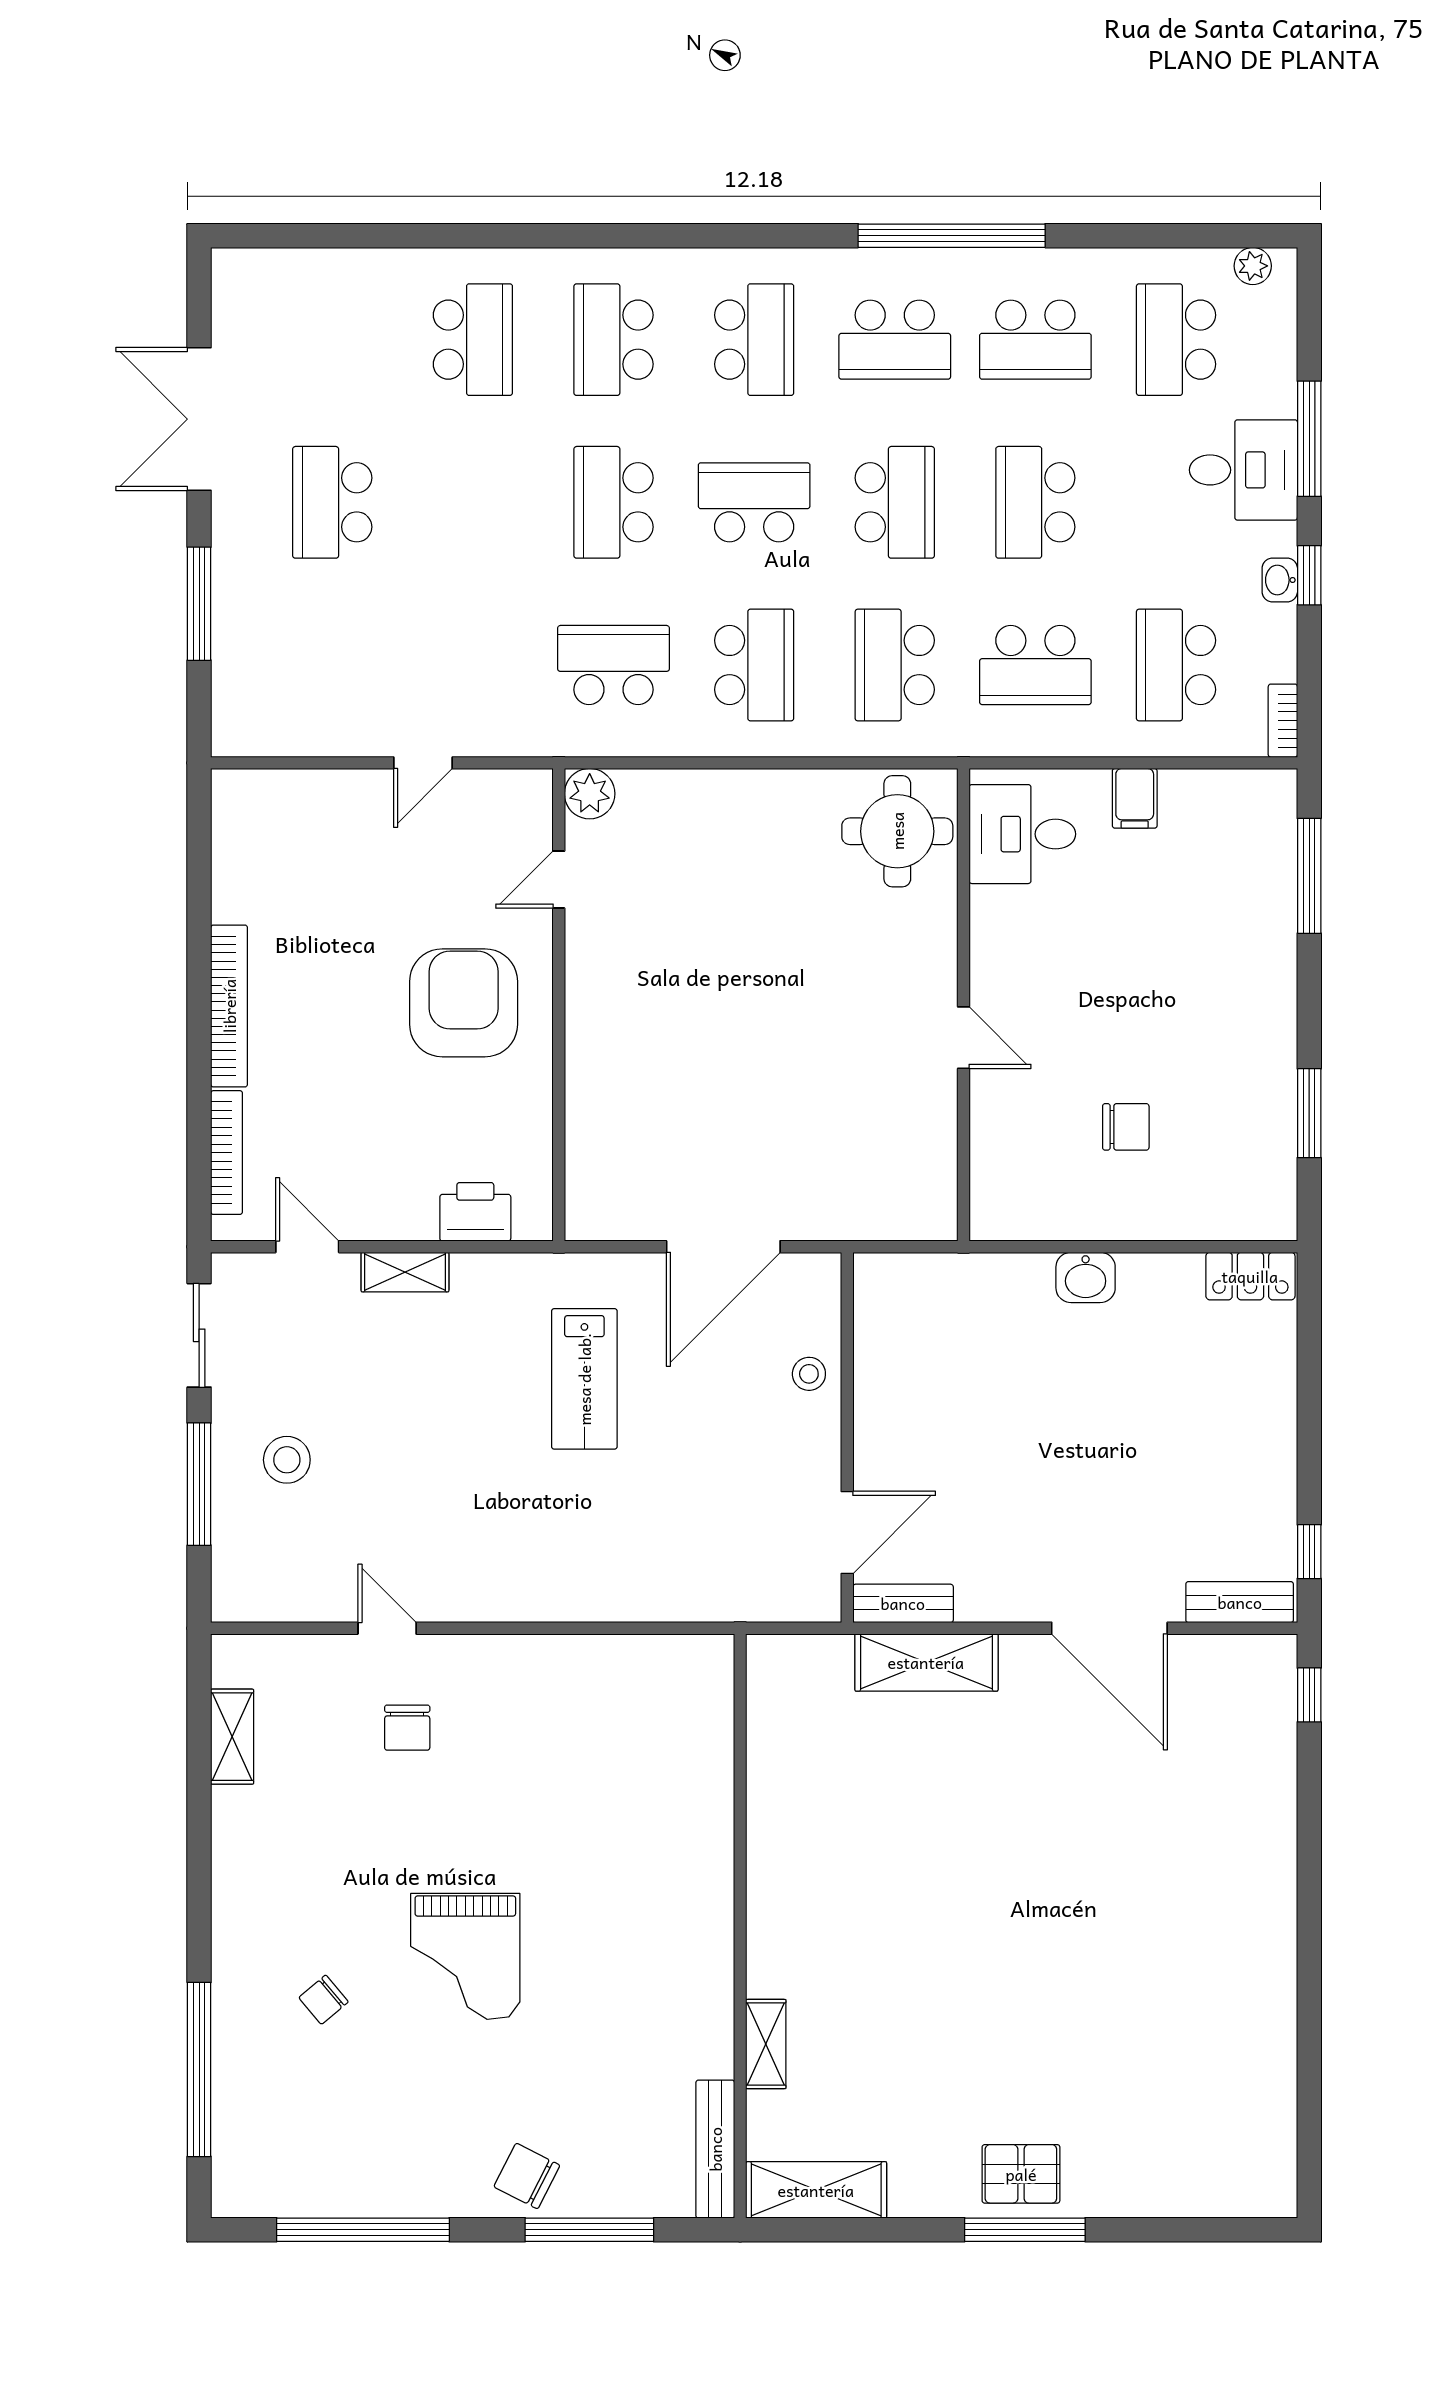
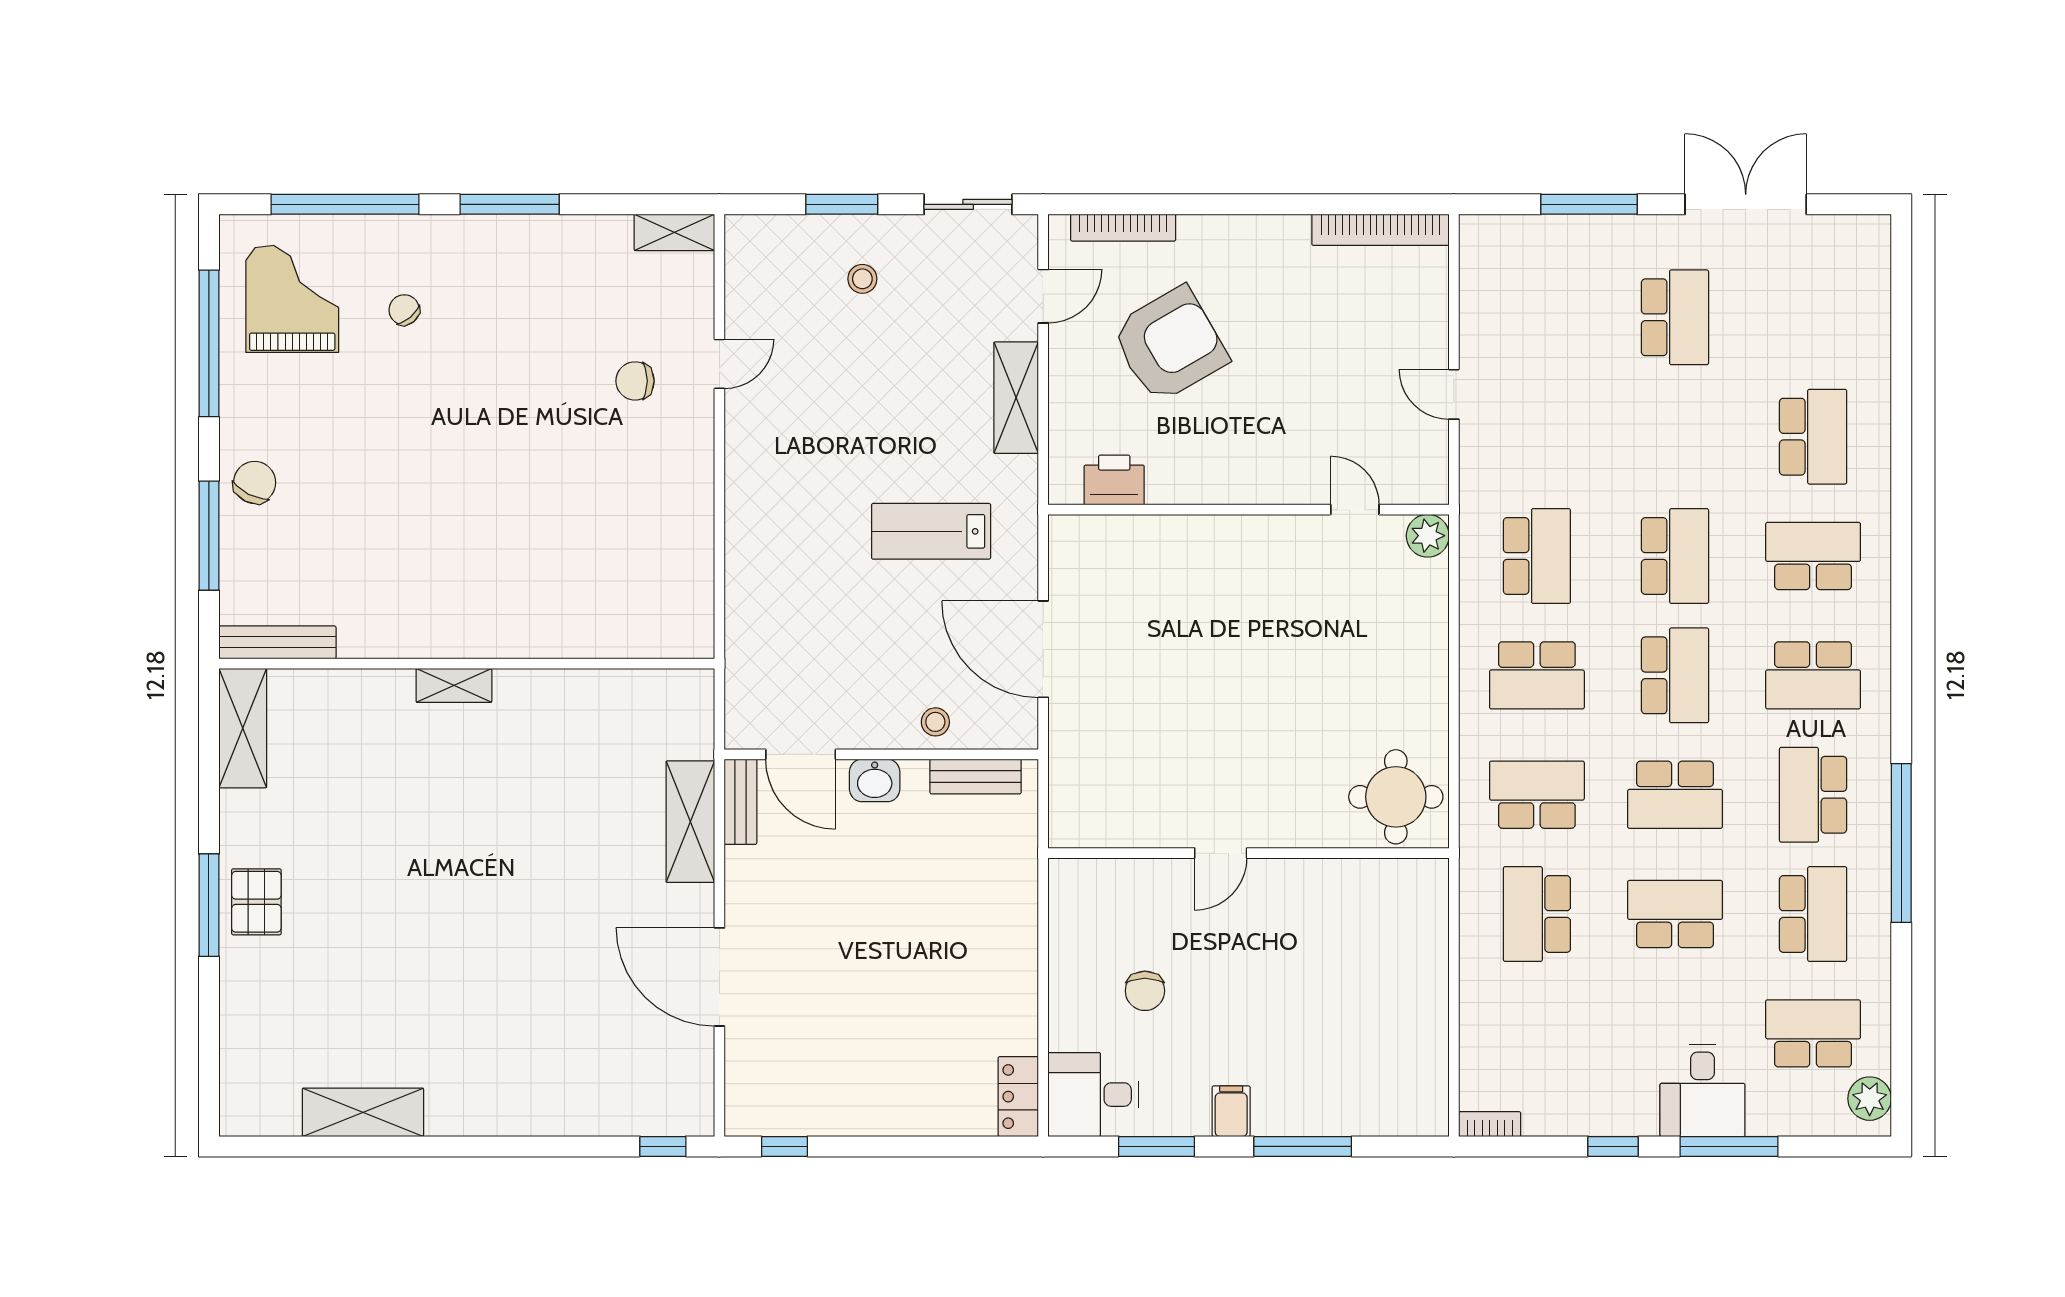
plant: (1253, 266) -> (1870, 1099), width x1.38, depth x1.38
school desk: (473, 340) -> (1813, 437), turned -90
school desk: (1035, 340) -> (1813, 914), turned 180
school desk: (332, 502) -> (1675, 317), turned 90
school desk: (613, 502) -> (1675, 556), turned 90
washbasin: (1280, 580) -> (1609, 1121), removed
school desk: (1176, 665) -> (1537, 1033), removed
filing cabinet: (1135, 798) -> (1231, 1111), moved, turned 90
desk: (1022, 834) -> (1093, 1095), moved, turned -90
window: (1309, 876) -> (1303, 1146), moved
armchair: (464, 1003) -> (1170, 345), moved, turned -30
bookcase: (229, 1006) -> (1380, 230), moved
printer: (475, 1212) -> (1114, 480), moved, turned -90
shelving: (405, 1272) -> (1016, 398), width x1.50, depth x1.33
washbasin: (1086, 1277) -> (875, 780), moved, turned -90
stool: (287, 1460) -> (862, 279), width x0.73, depth x0.73
window: (199, 1484) -> (842, 204), width x0.69
bench: (1240, 1602) -> (976, 776), moved, turned 90
door: (1109, 1628) -> (719, 977), hinge flipped
shelving: (232, 1737) -> (674, 232), moved
window: (199, 1875) -> (510, 204), added
grand piano: (465, 1956) -> (292, 299), moved, turned 90
shelving: (766, 2044) -> (454, 685), moved
shelving: (1269, 2048) -> (363, 1112), added

